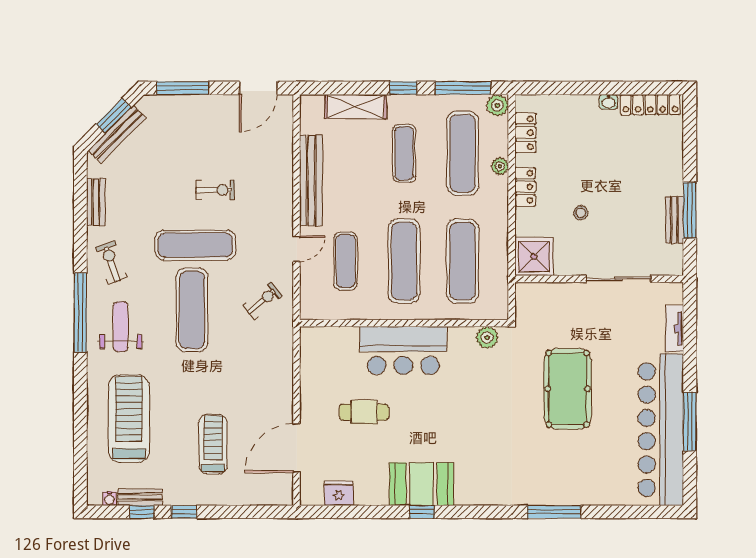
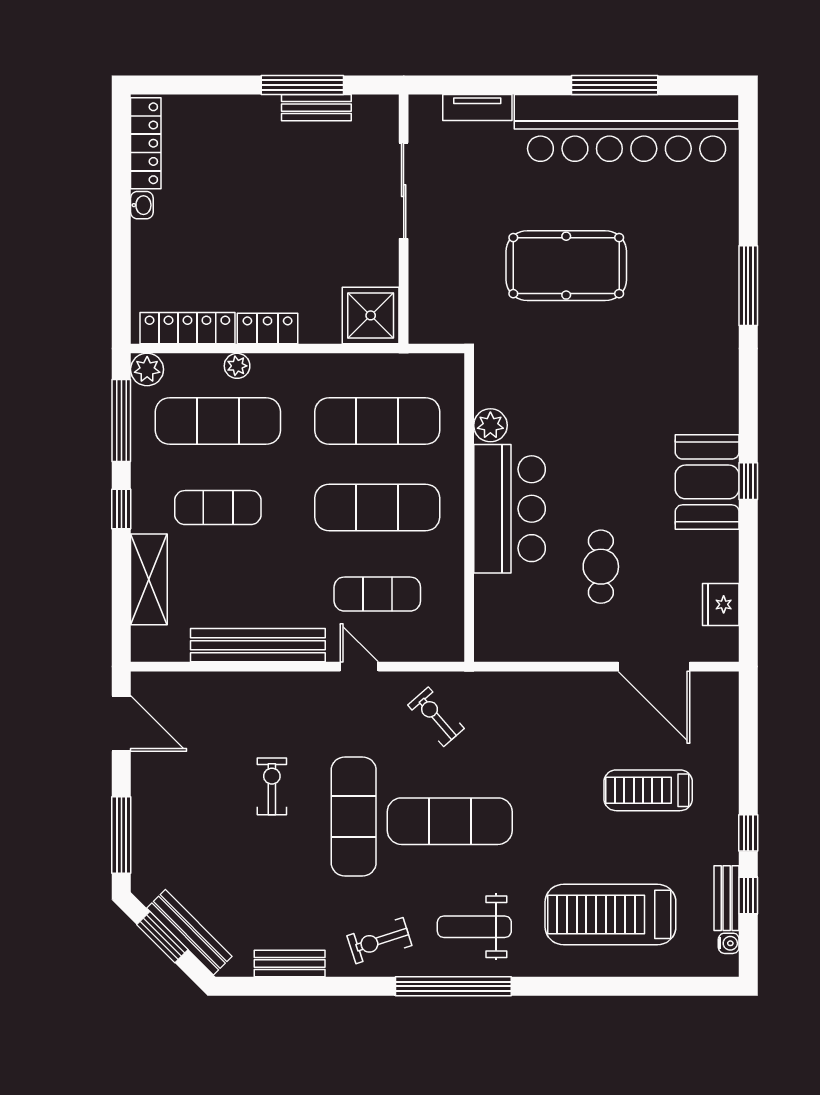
locker: (525, 133) -> (187, 328), width x1.53
stool: (581, 213) -> (306, 246), removed
plant: (487, 338) -> (490, 425), moved

